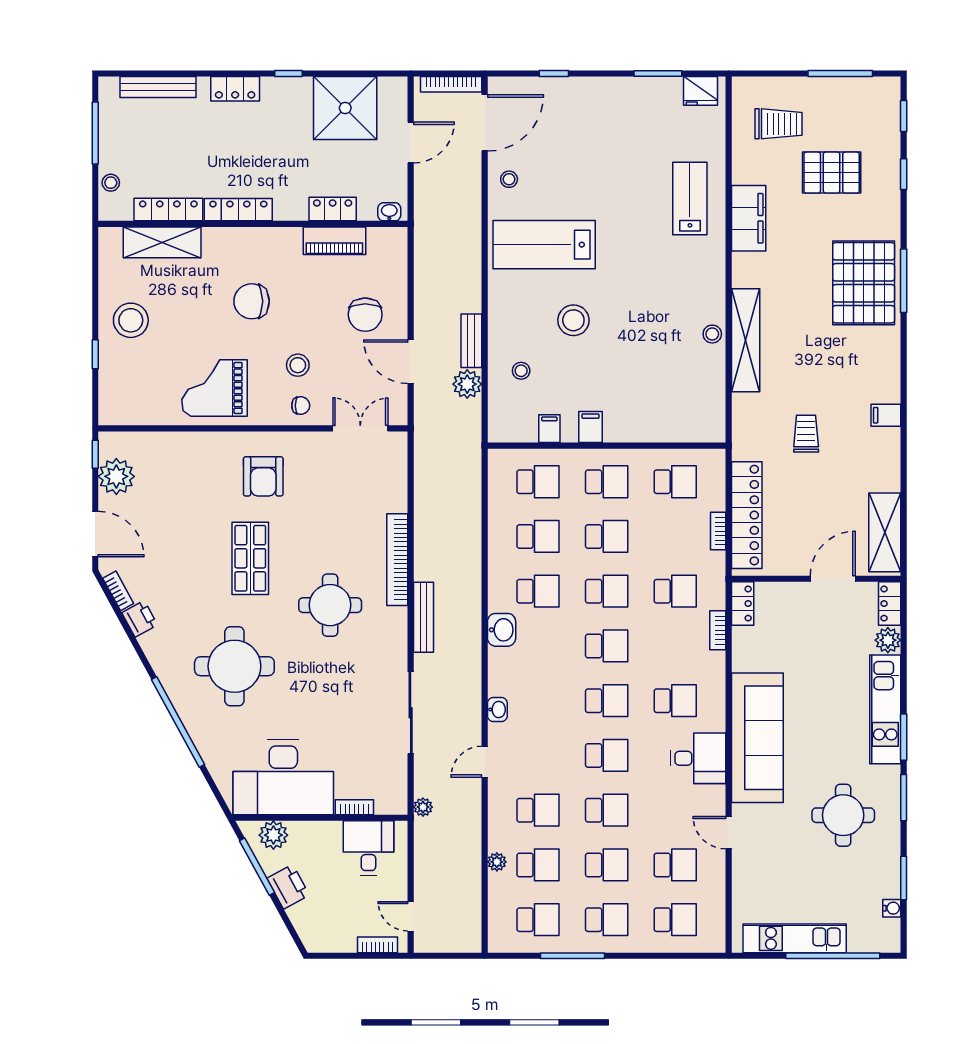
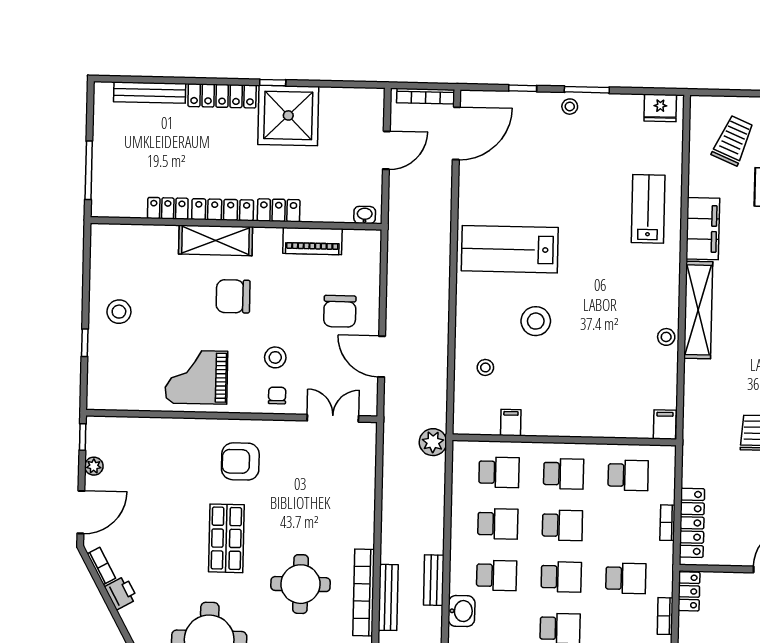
window: (658, 73) -> (587, 90), moved
locker: (235, 89) -> (222, 96), width x1.53
shower: (345, 108) -> (288, 115), moved
trolley: (778, 124) -> (733, 140), turned -67
window: (95, 133) -> (89, 170), moved
stool: (509, 179) -> (570, 107), moved
stool: (111, 183) -> (103, 182), removed
locker: (333, 209) -> (279, 210), moved
locker: (168, 210) -> (168, 208), width x0.66
shelving: (162, 242) -> (216, 240), moved
stool: (131, 320) -> (119, 312), width x0.73, depth x0.73
shelving: (746, 340) -> (698, 310), moved
bench: (471, 341) -> (434, 580), moved
plant: (467, 384) -> (433, 442), moved
chair: (301, 406) -> (277, 395), turned -90
filing cabinet: (590, 427) -> (665, 425), moved
plant: (116, 476) -> (94, 466), width x0.53, depth x0.53
armchair: (263, 476) -> (240, 461), turned 90
locker: (747, 515) -> (692, 523), width x0.71, depth x0.83
door: (95, 534) -> (81, 512), hinge flipped
bookcase: (397, 560) -> (364, 593), moved

